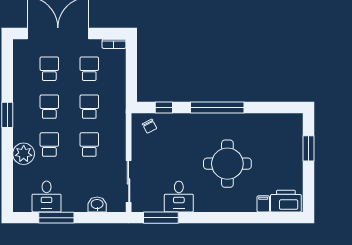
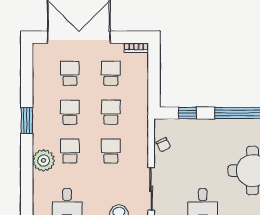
chair: (150, 126) -> (163, 145), moved

